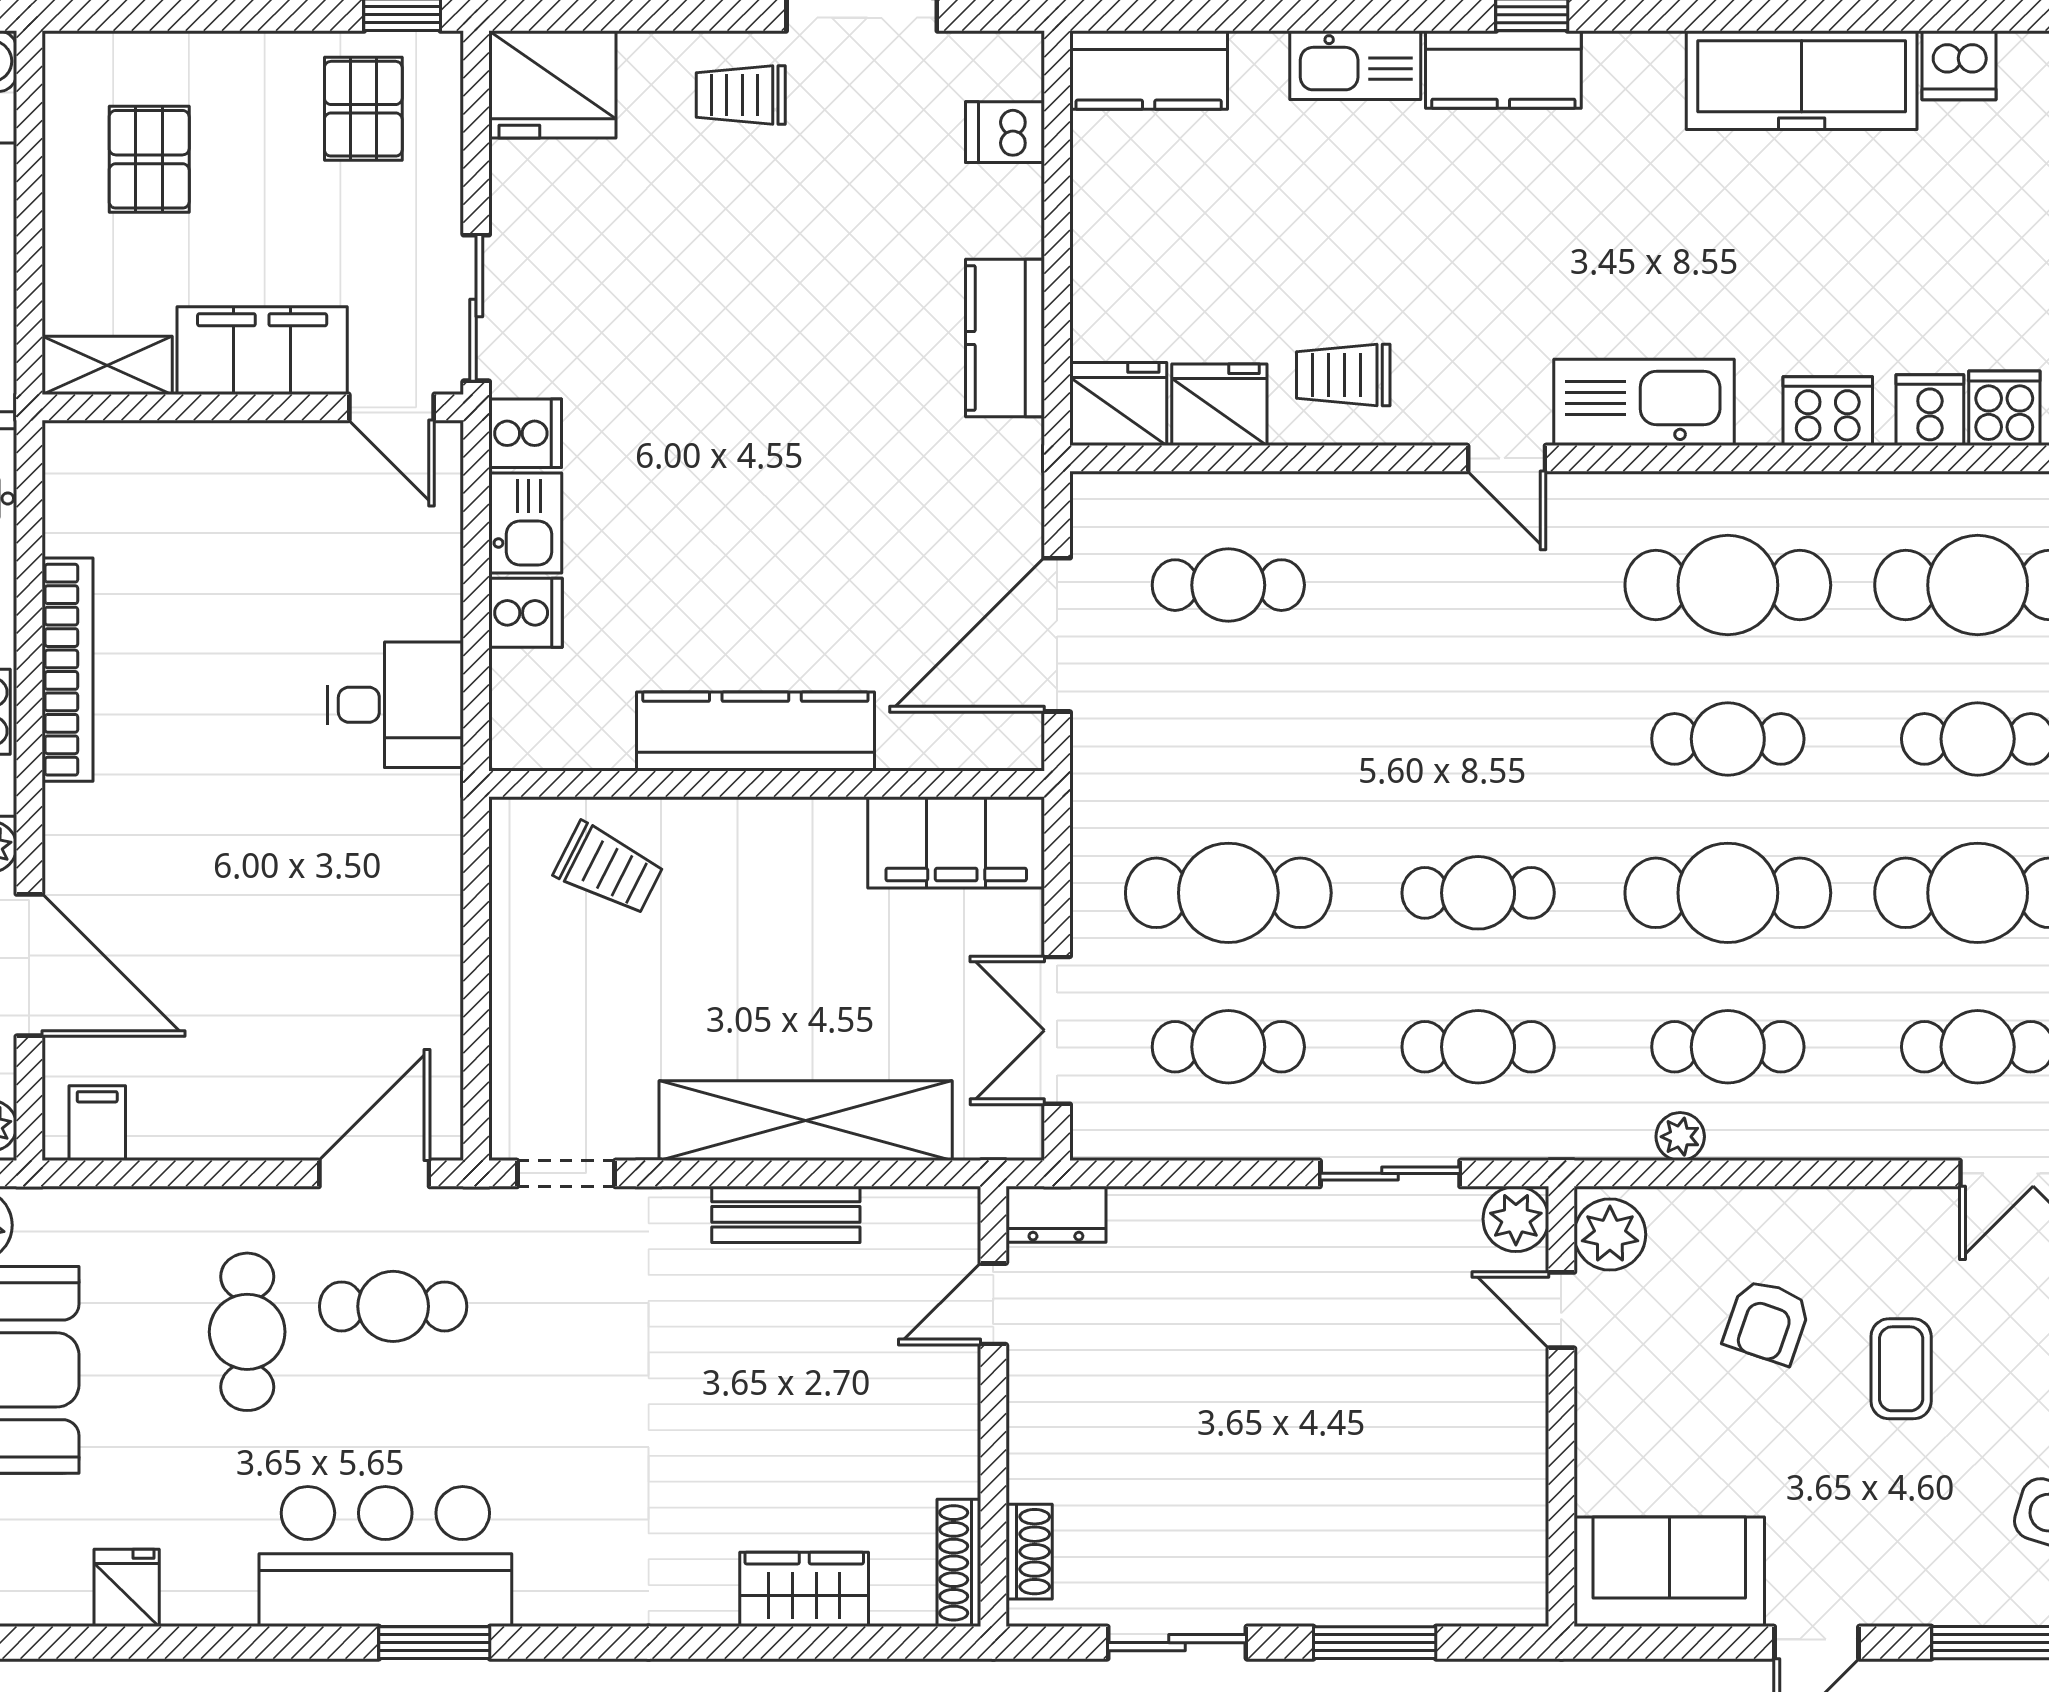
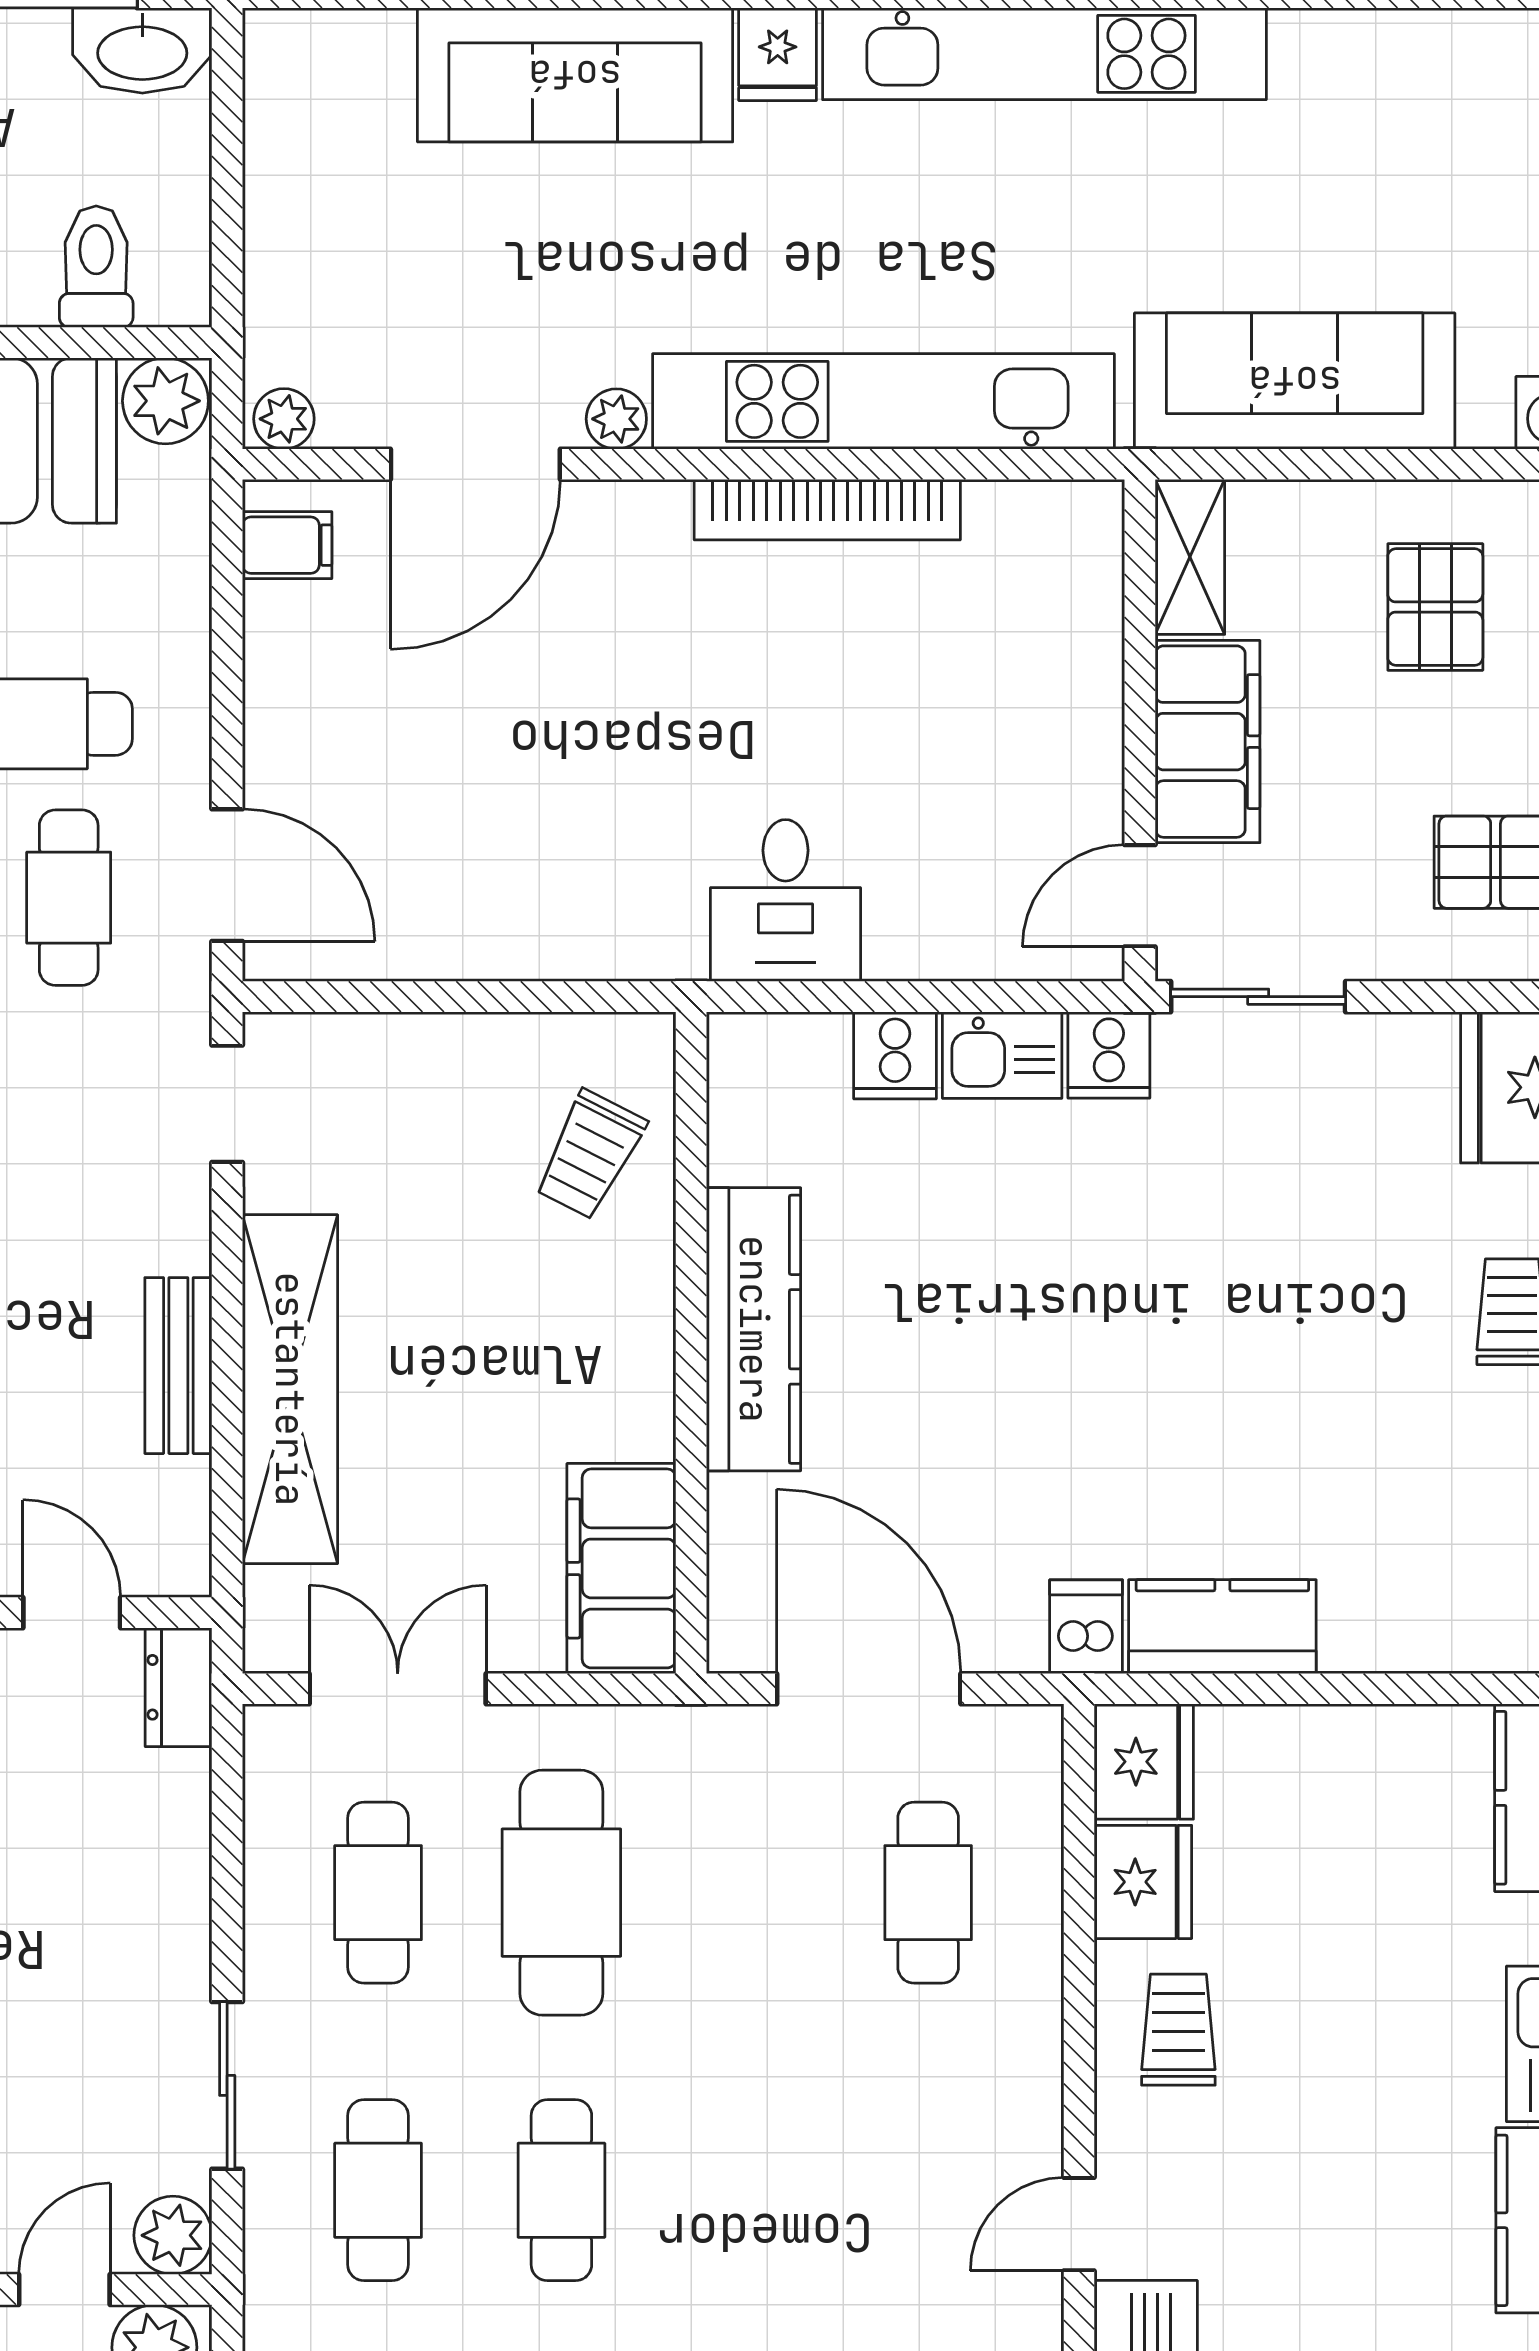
dishwasher: (1005, 132) -> (1086, 1627), moved
pallet: (149, 159) -> (1435, 607), turned 90

